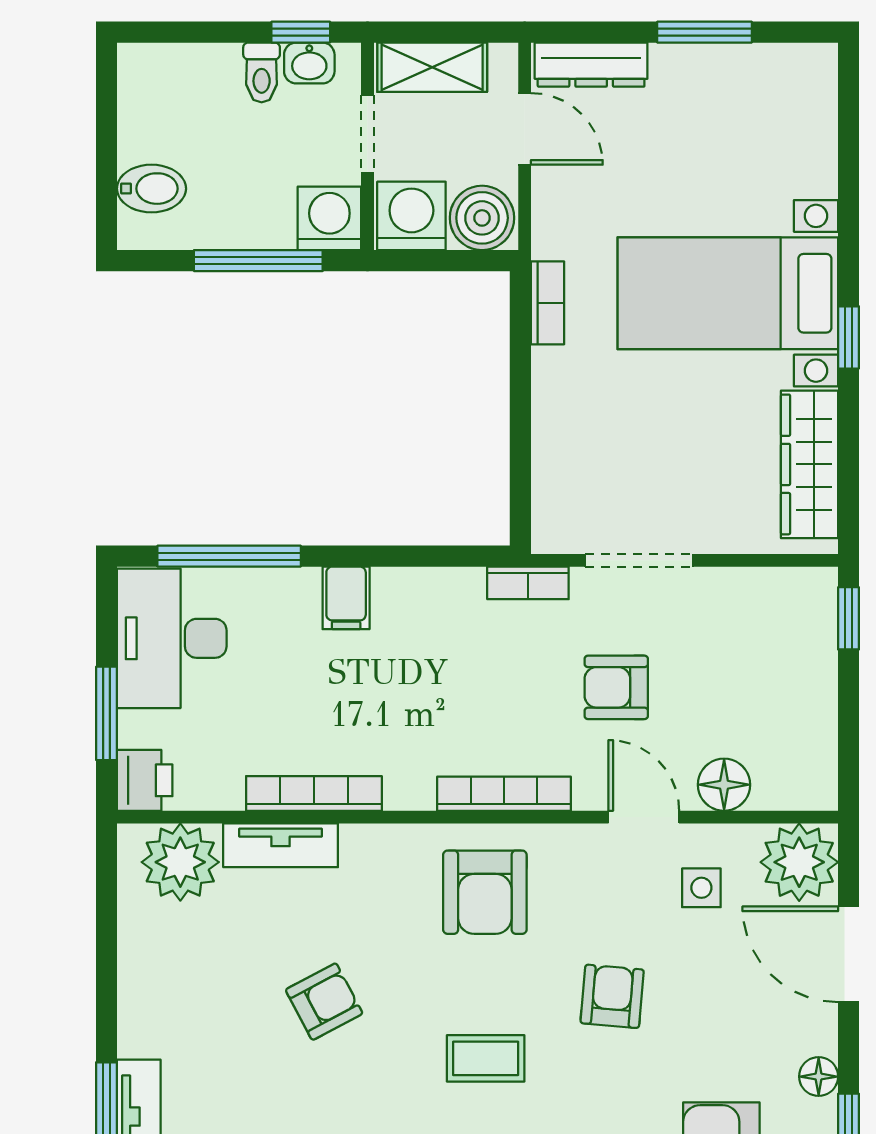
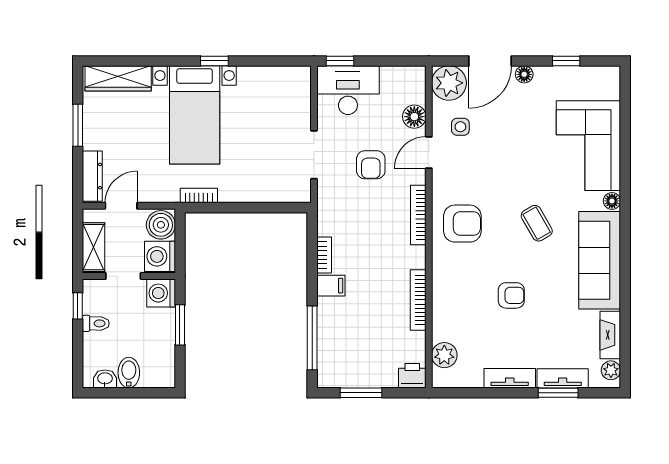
washbasin: (309, 63) -> (105, 379), moved, turned -90
bidet: (151, 189) -> (129, 373), moved
window: (258, 261) -> (180, 325), width x0.69
wardrobe: (809, 464) -> (118, 78), moved
bookcase: (528, 583) -> (324, 255), moved
desk: (172, 638) -> (348, 90), moved, turned 180
window: (107, 713) -> (361, 393), moved
tv unit: (281, 845) -> (510, 378), moved, turned -90
plant: (180, 862) -> (444, 355), width x0.73, depth x0.73
armchair: (612, 996) -> (509, 167), removed
armchair: (324, 1002) -> (511, 295), turned 118
coffee table: (486, 1058) -> (537, 223), turned -30
floor lamp: (819, 1077) -> (524, 74), moved

